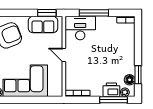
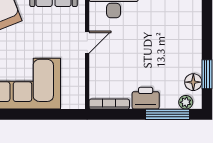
door: (64, 55) -> (87, 42), swing flipped
printer: (111, 90) -> (146, 98), moved

